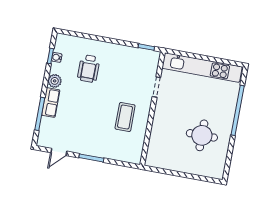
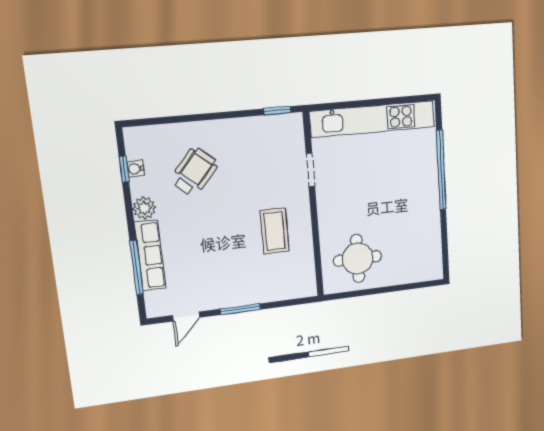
wheelchair: (89, 69) -> (194, 172), turned -139
row of seats: (51, 103) -> (150, 256), width x1.48
round table: (202, 135) -> (358, 258), moved

